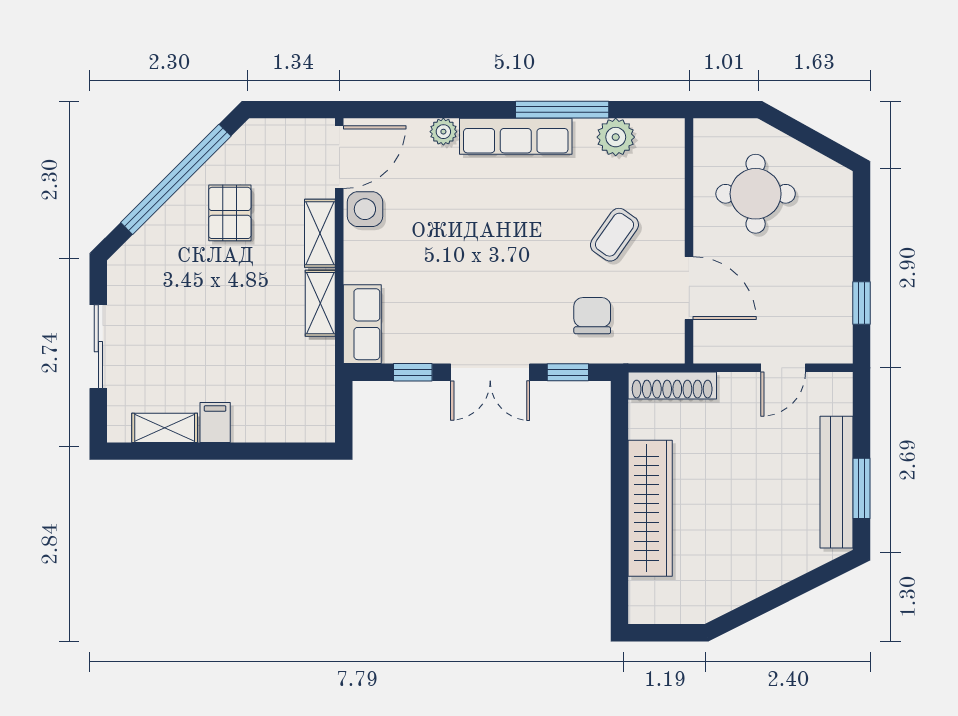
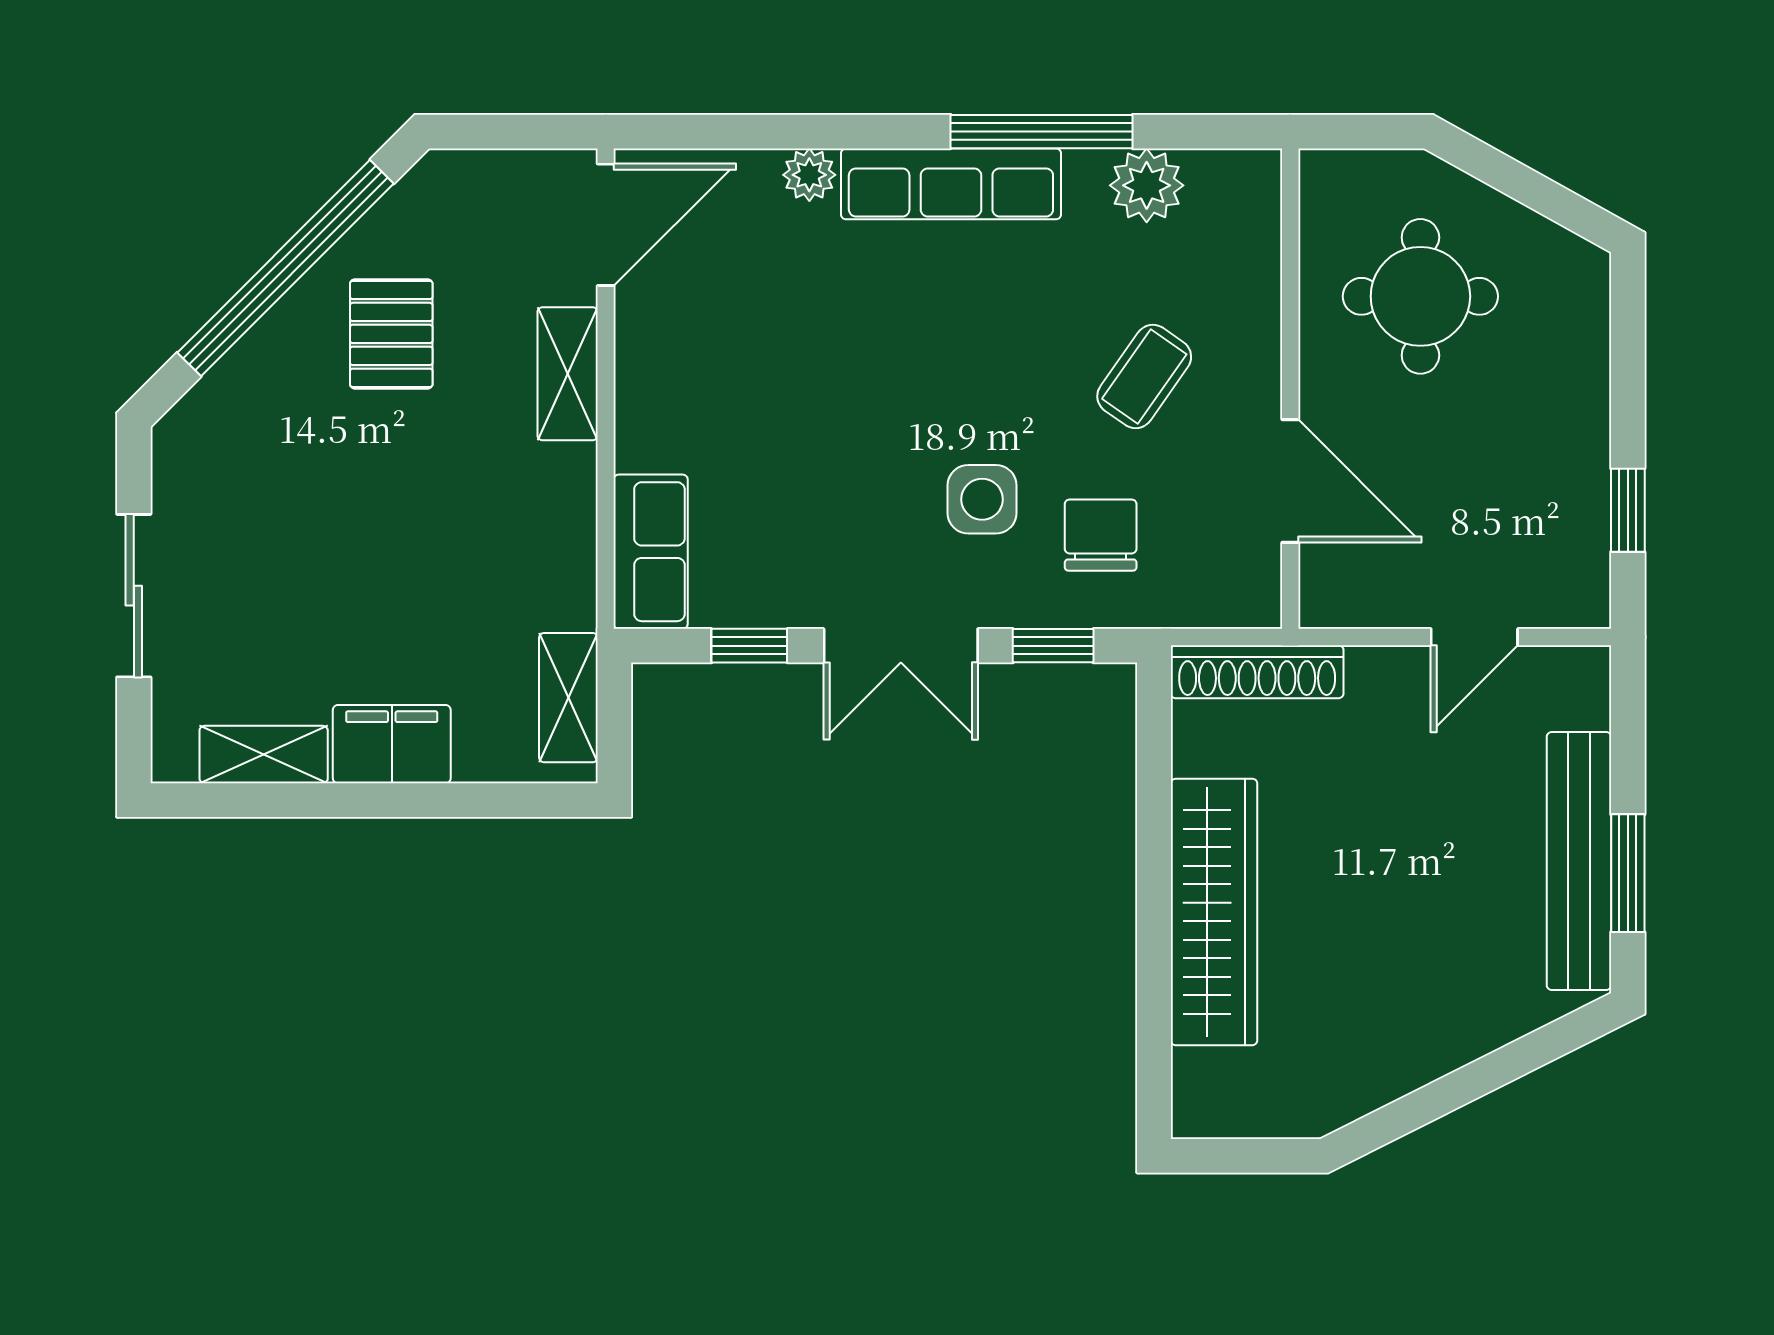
side table: (365, 209) -> (982, 499), moved
shelving: (320, 303) -> (568, 698), moved
filing cabinet: (215, 422) -> (392, 744), width x2.00

